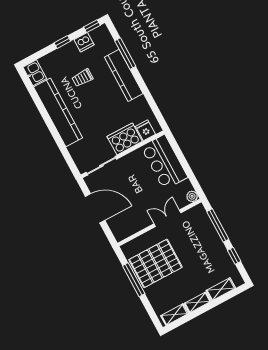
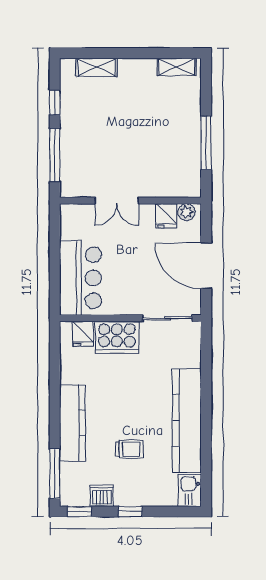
window: (125, 54) -> (55, 474), moved
plant: (192, 196) -> (186, 212), moved
fridge: (134, 225) -> (166, 216), added
pallet: (156, 263) -> (165, 149), removed
shelving: (197, 302) -> (137, 67), removed

